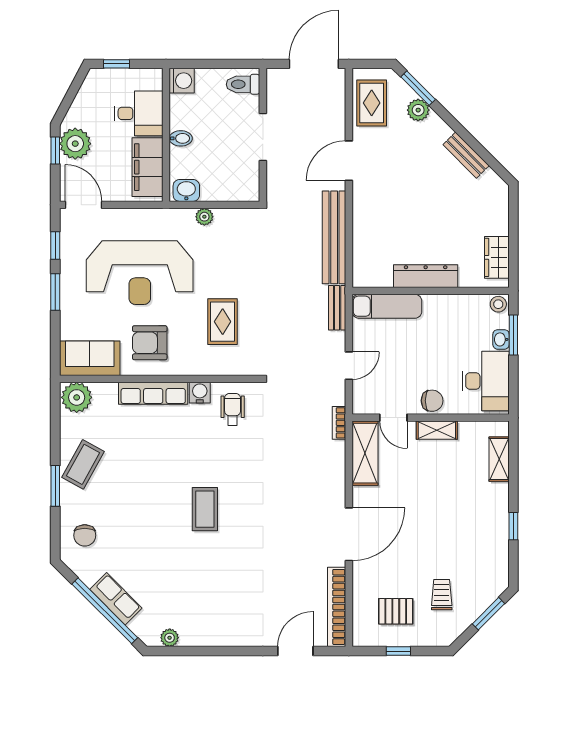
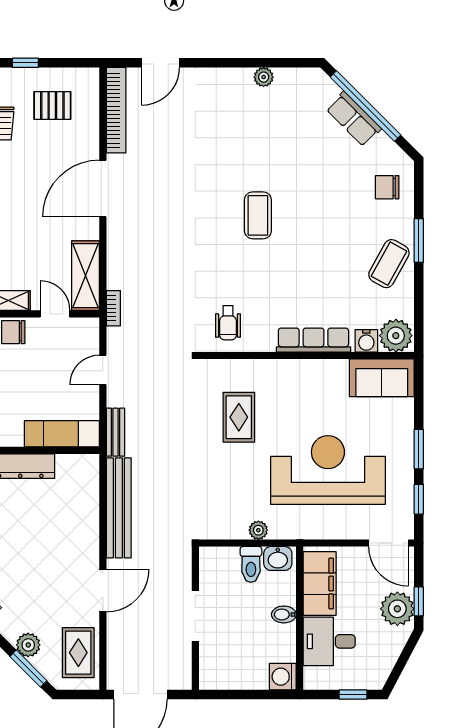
toilet: (243, 84) -> (251, 564), moved, turned 90
armchair: (150, 343) -> (317, 394), removed
water cooler: (200, 393) -> (366, 341), moved
chair: (85, 535) -> (387, 187), turned -90
plant: (170, 638) -> (264, 77), moved
window: (398, 651) -> (25, 63), moved

